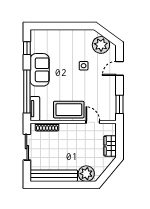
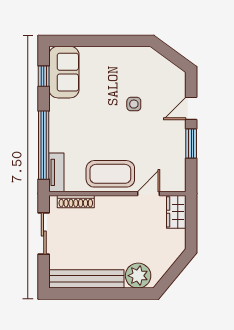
plant: (101, 45) -> (161, 71), removed
sofa: (40, 70) -> (64, 72), moved
window: (120, 104) -> (191, 144), moved
door: (93, 122) -> (149, 194), hinge flipped
wardrobe: (110, 146) -> (176, 212), moved

